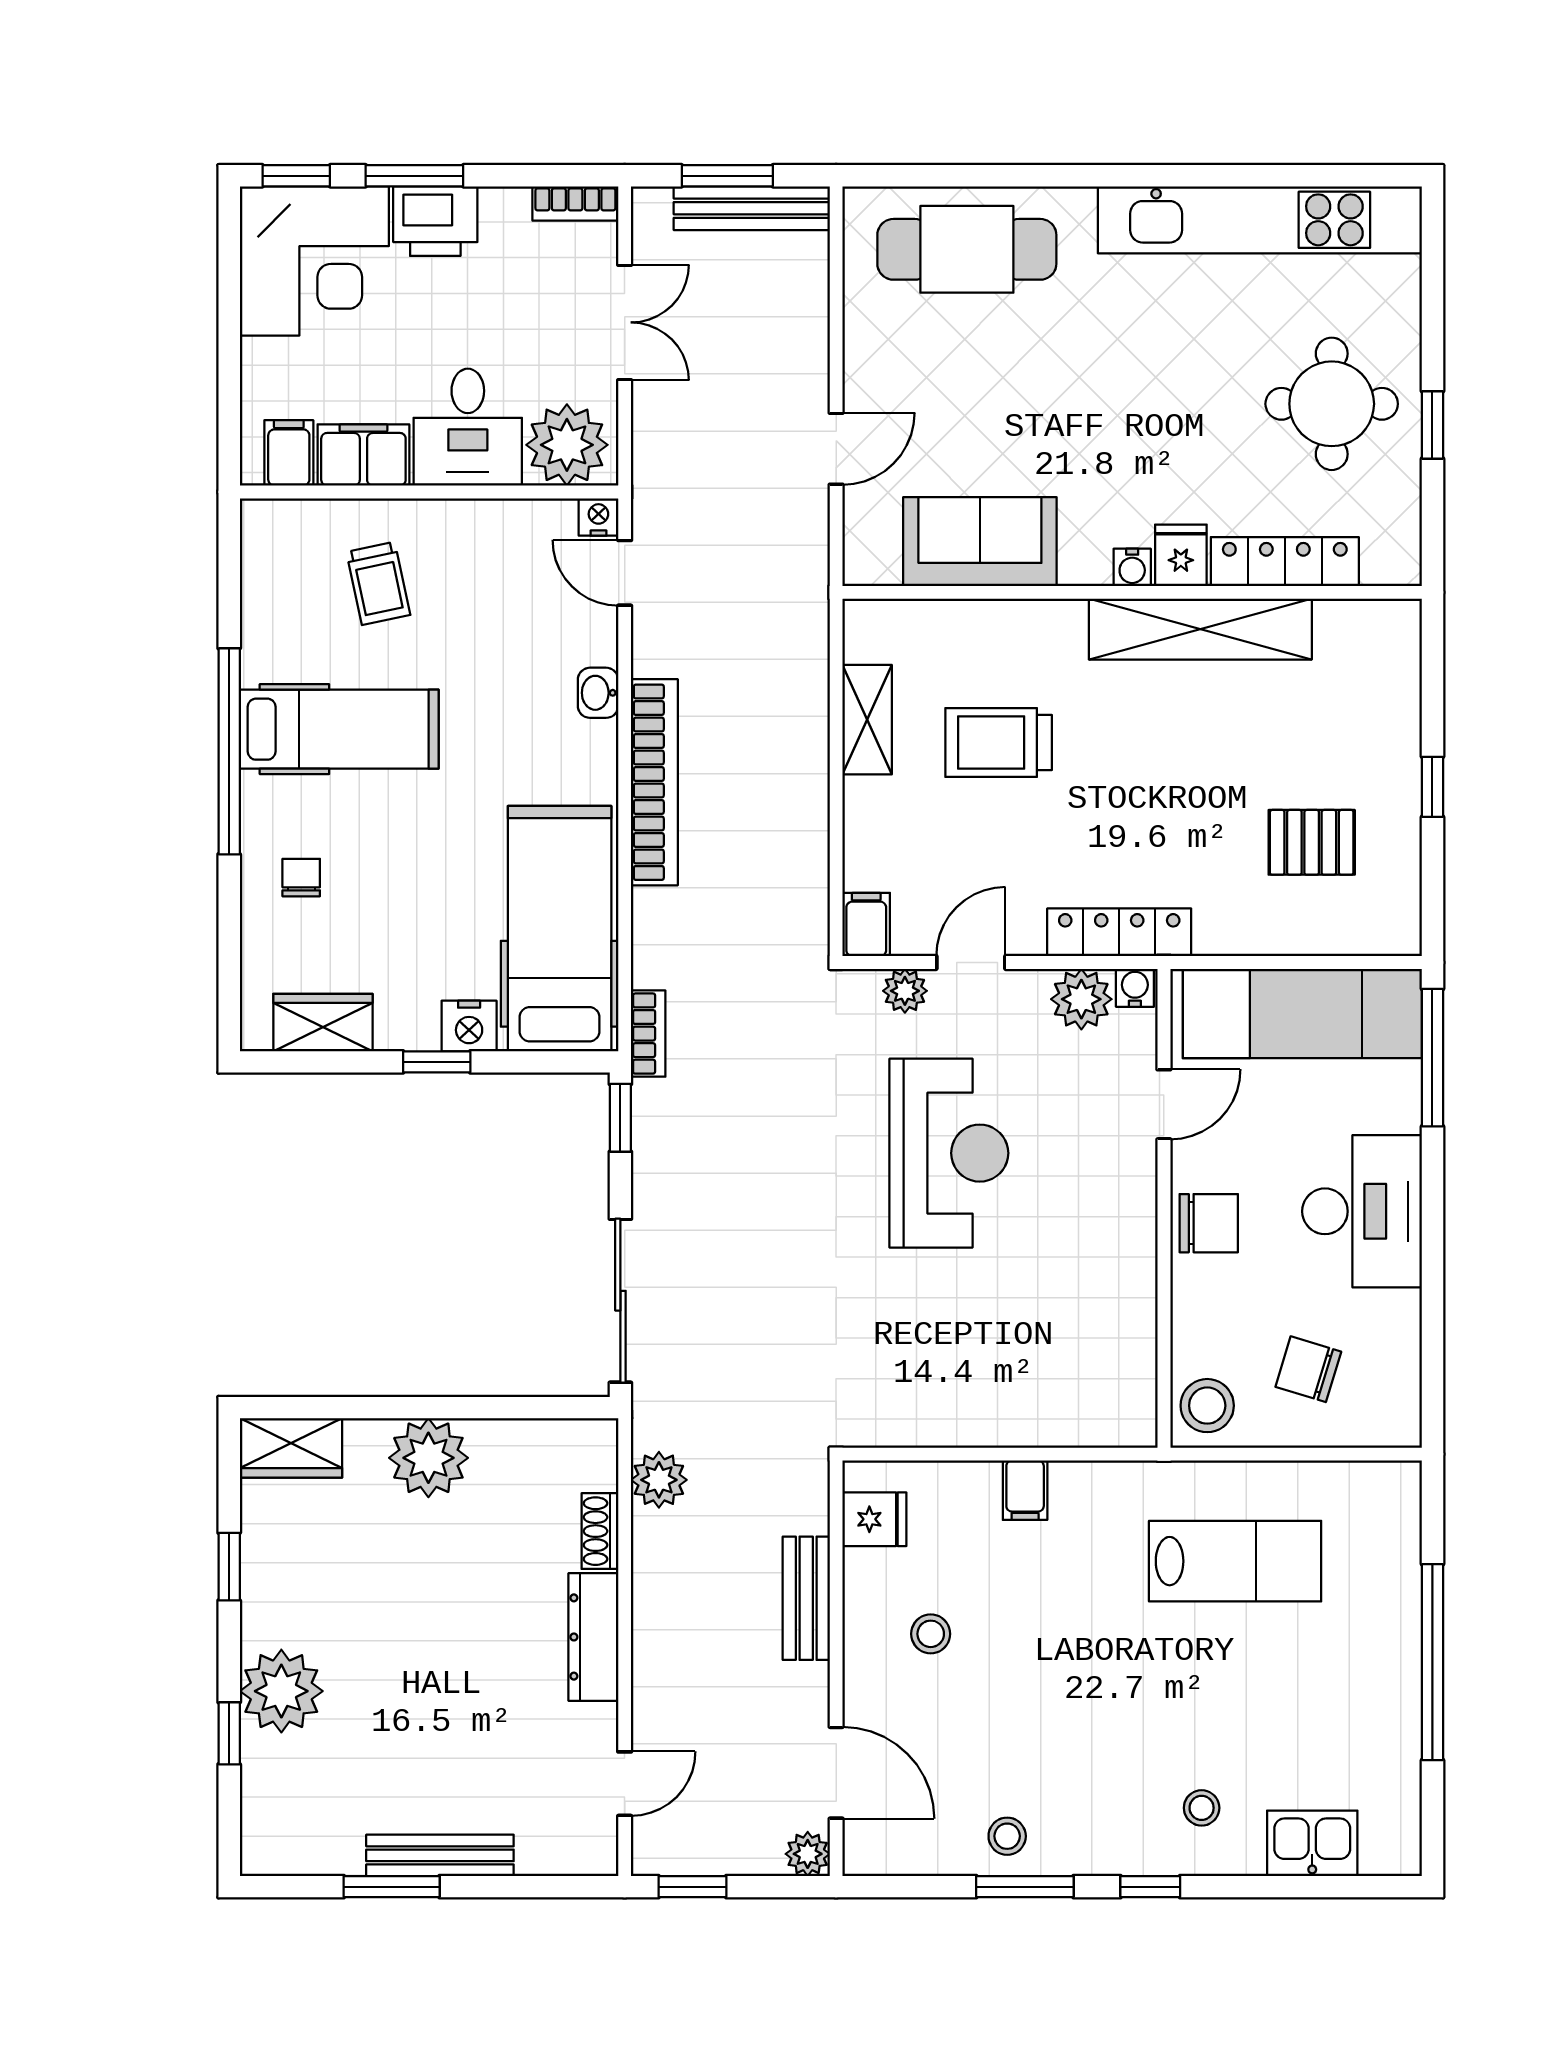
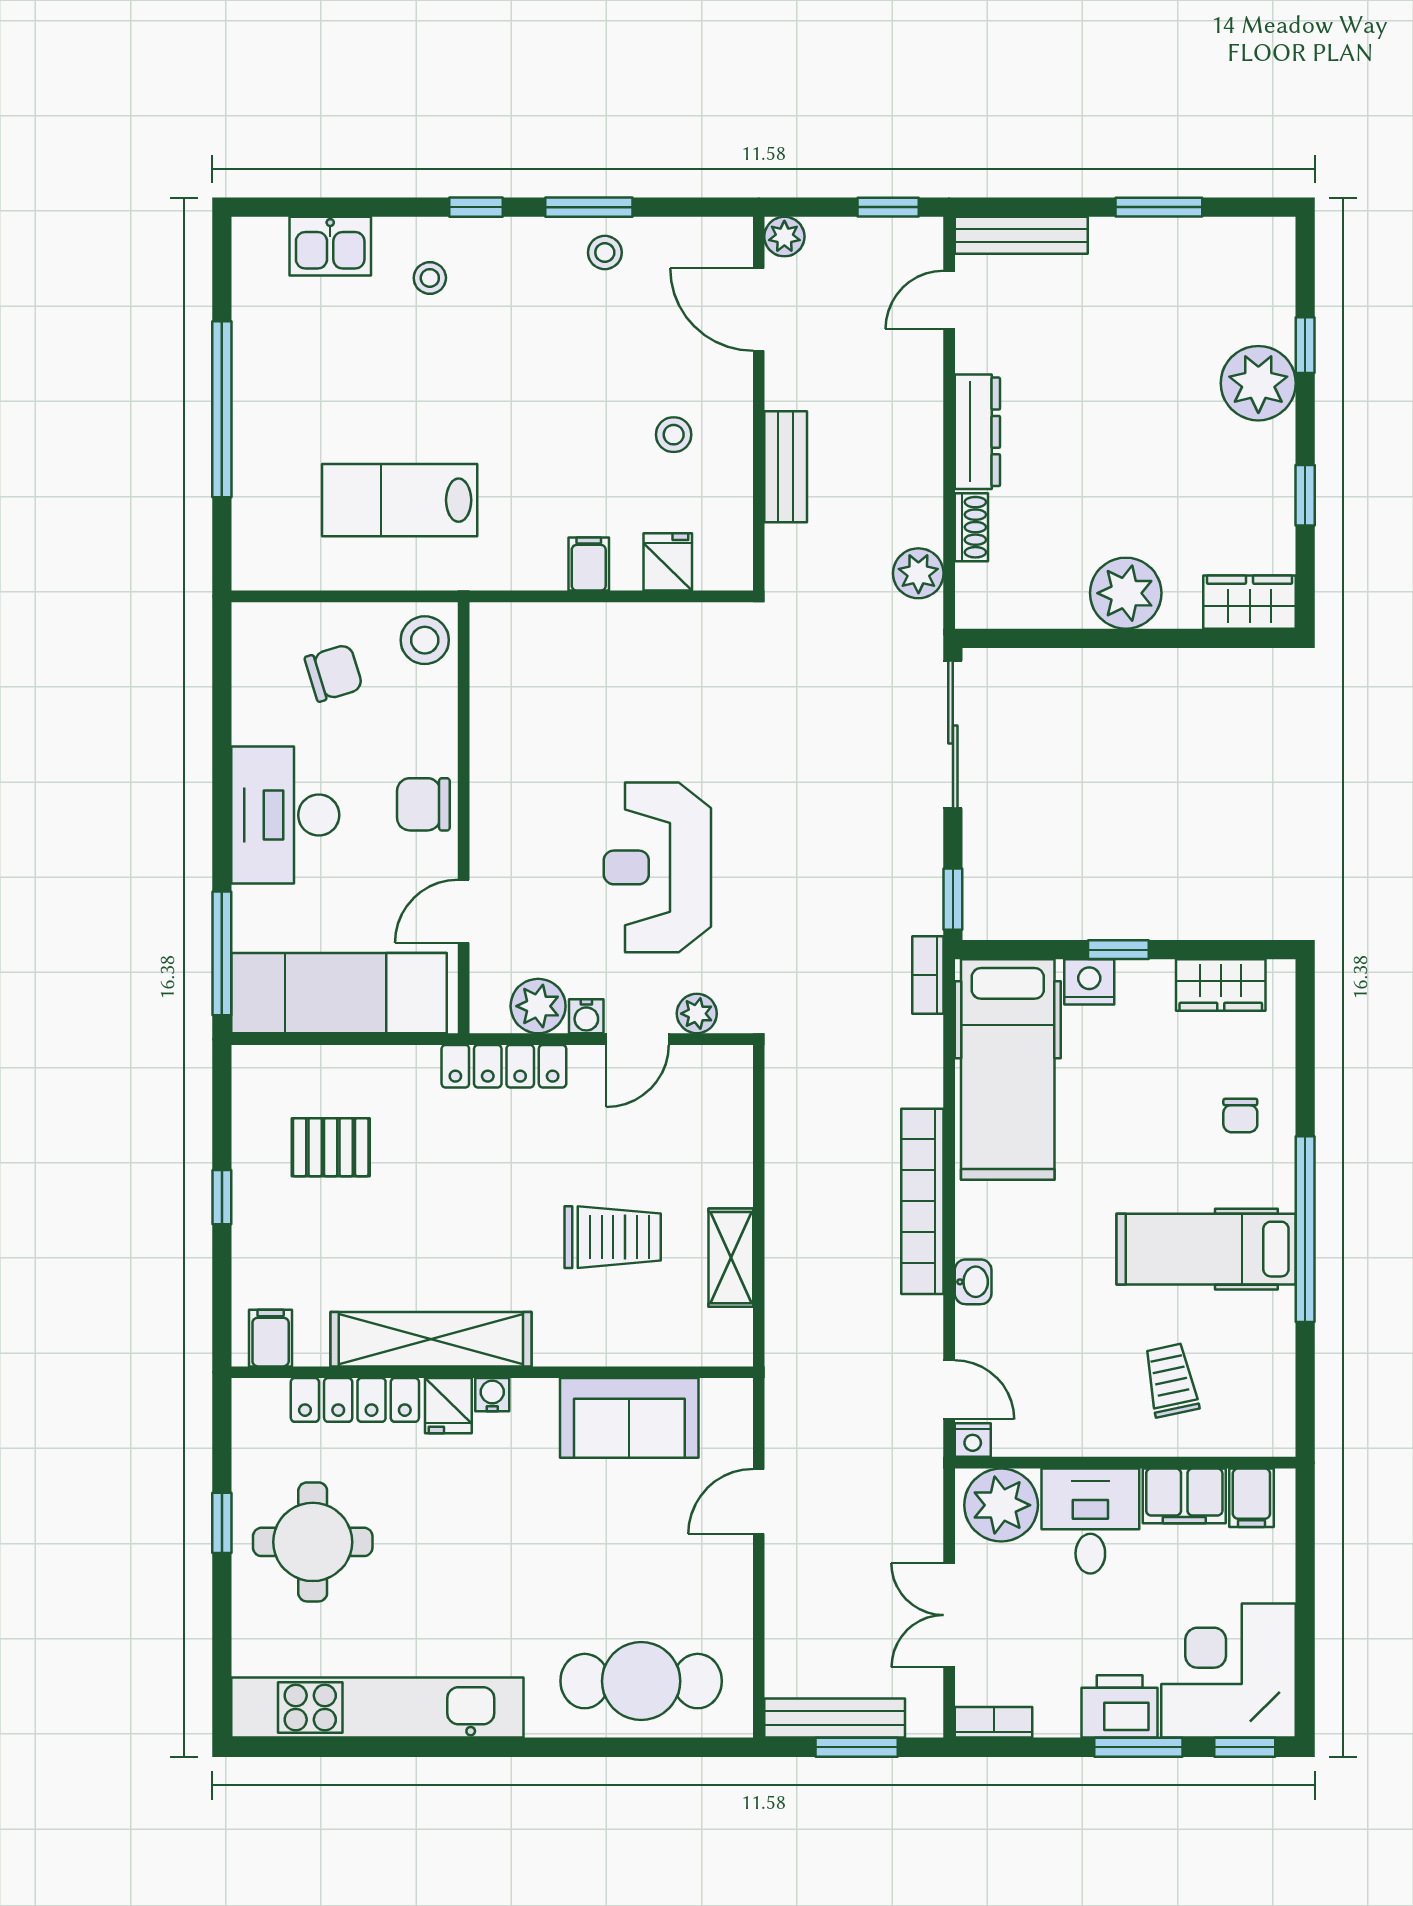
filing cabinet: (866, 924) -> (271, 1338), moved, turned 180
water cooler: (1135, 988) -> (586, 1016), moved
chair: (1308, 1369) -> (334, 673), turned -34
fridge: (874, 1519) -> (668, 562), moved, turned 90
bench: (440, 1855) -> (1021, 235), moved

